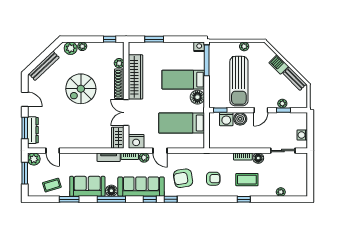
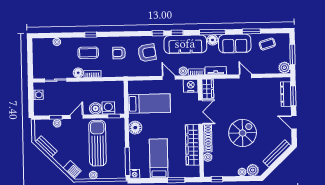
barbecue: (279, 64) -> (72, 170), moved
bed: (183, 80) -> (159, 158), moved, turned -90
door: (53, 151) -> (245, 76), moved

